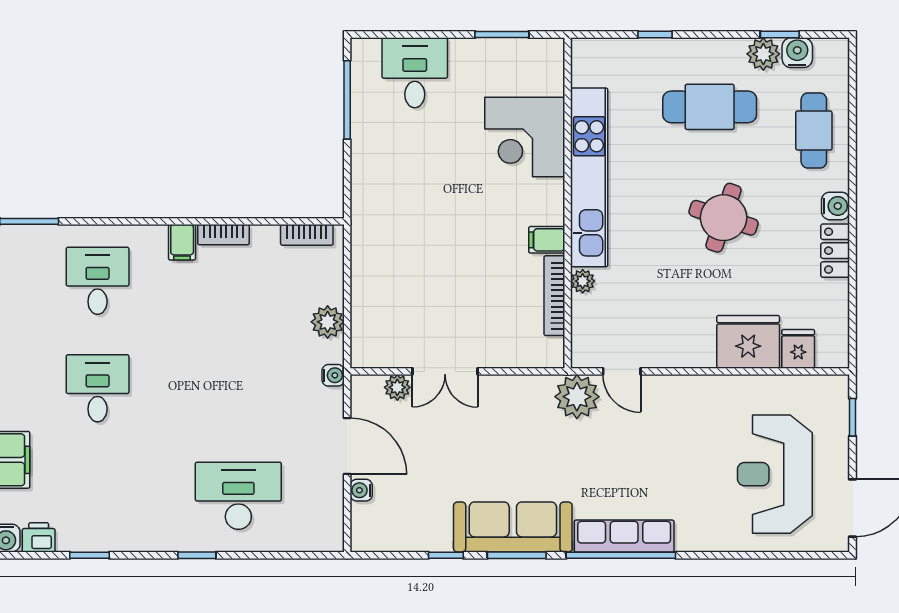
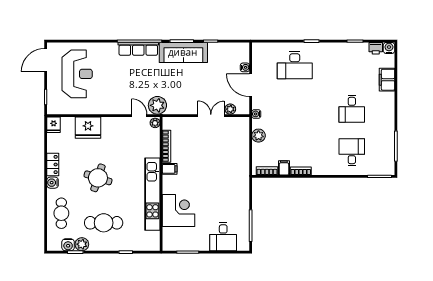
filing cabinet: (182, 242) -> (284, 168), moved
desk: (98, 281) -> (352, 152), turned 180
plant: (583, 281) -> (155, 123), moved
fridge: (798, 349) -> (54, 125), moved

